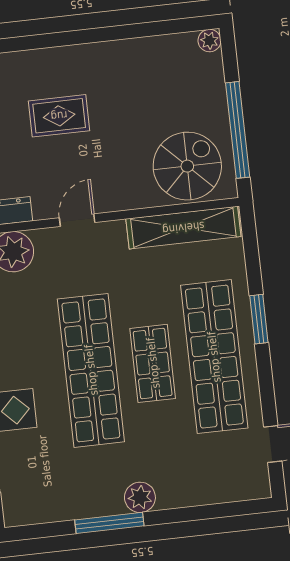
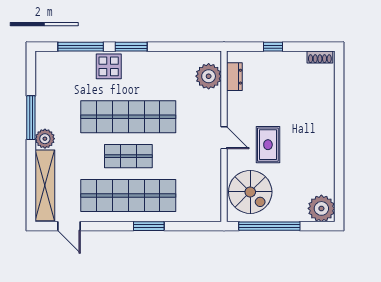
plant: (209, 41) -> (321, 208), width x1.87, depth x1.87
rug: (59, 116) -> (268, 145), moved
door: (77, 220) -> (224, 138), moved
shelving: (183, 228) -> (45, 185), moved

